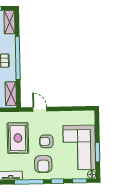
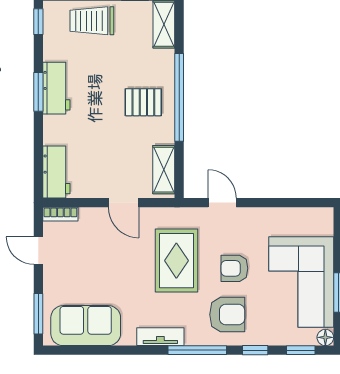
armchair: (43, 164) -> (227, 315), turned -90

